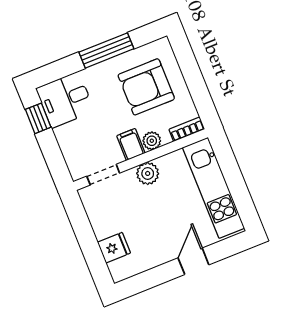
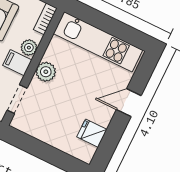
fridge: (114, 248) -> (92, 133), moved, turned -90
door: (193, 261) -> (129, 103), hinge flipped

